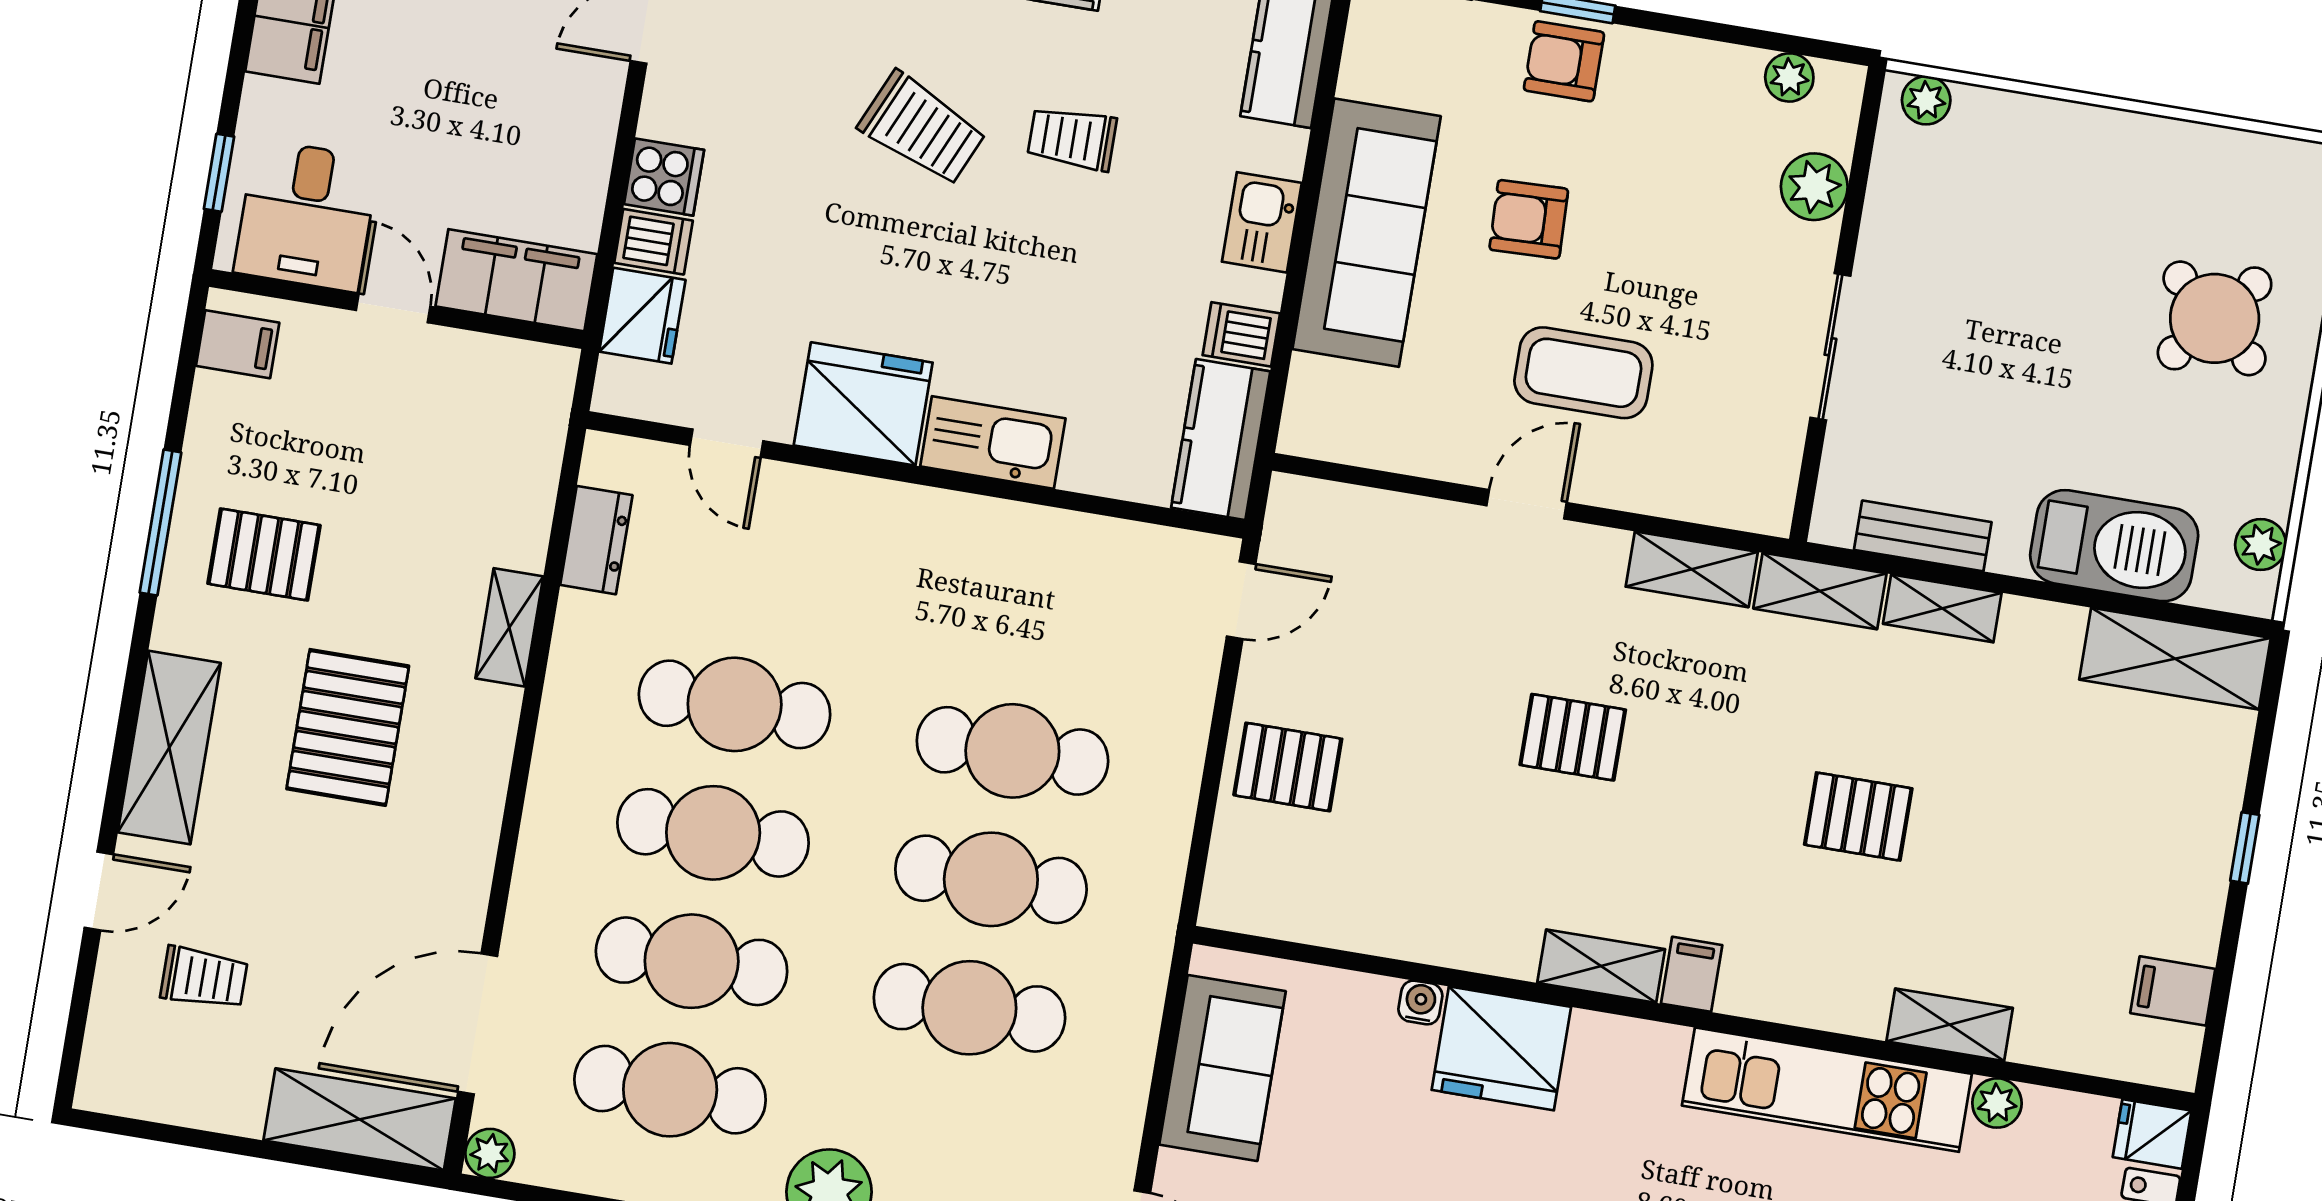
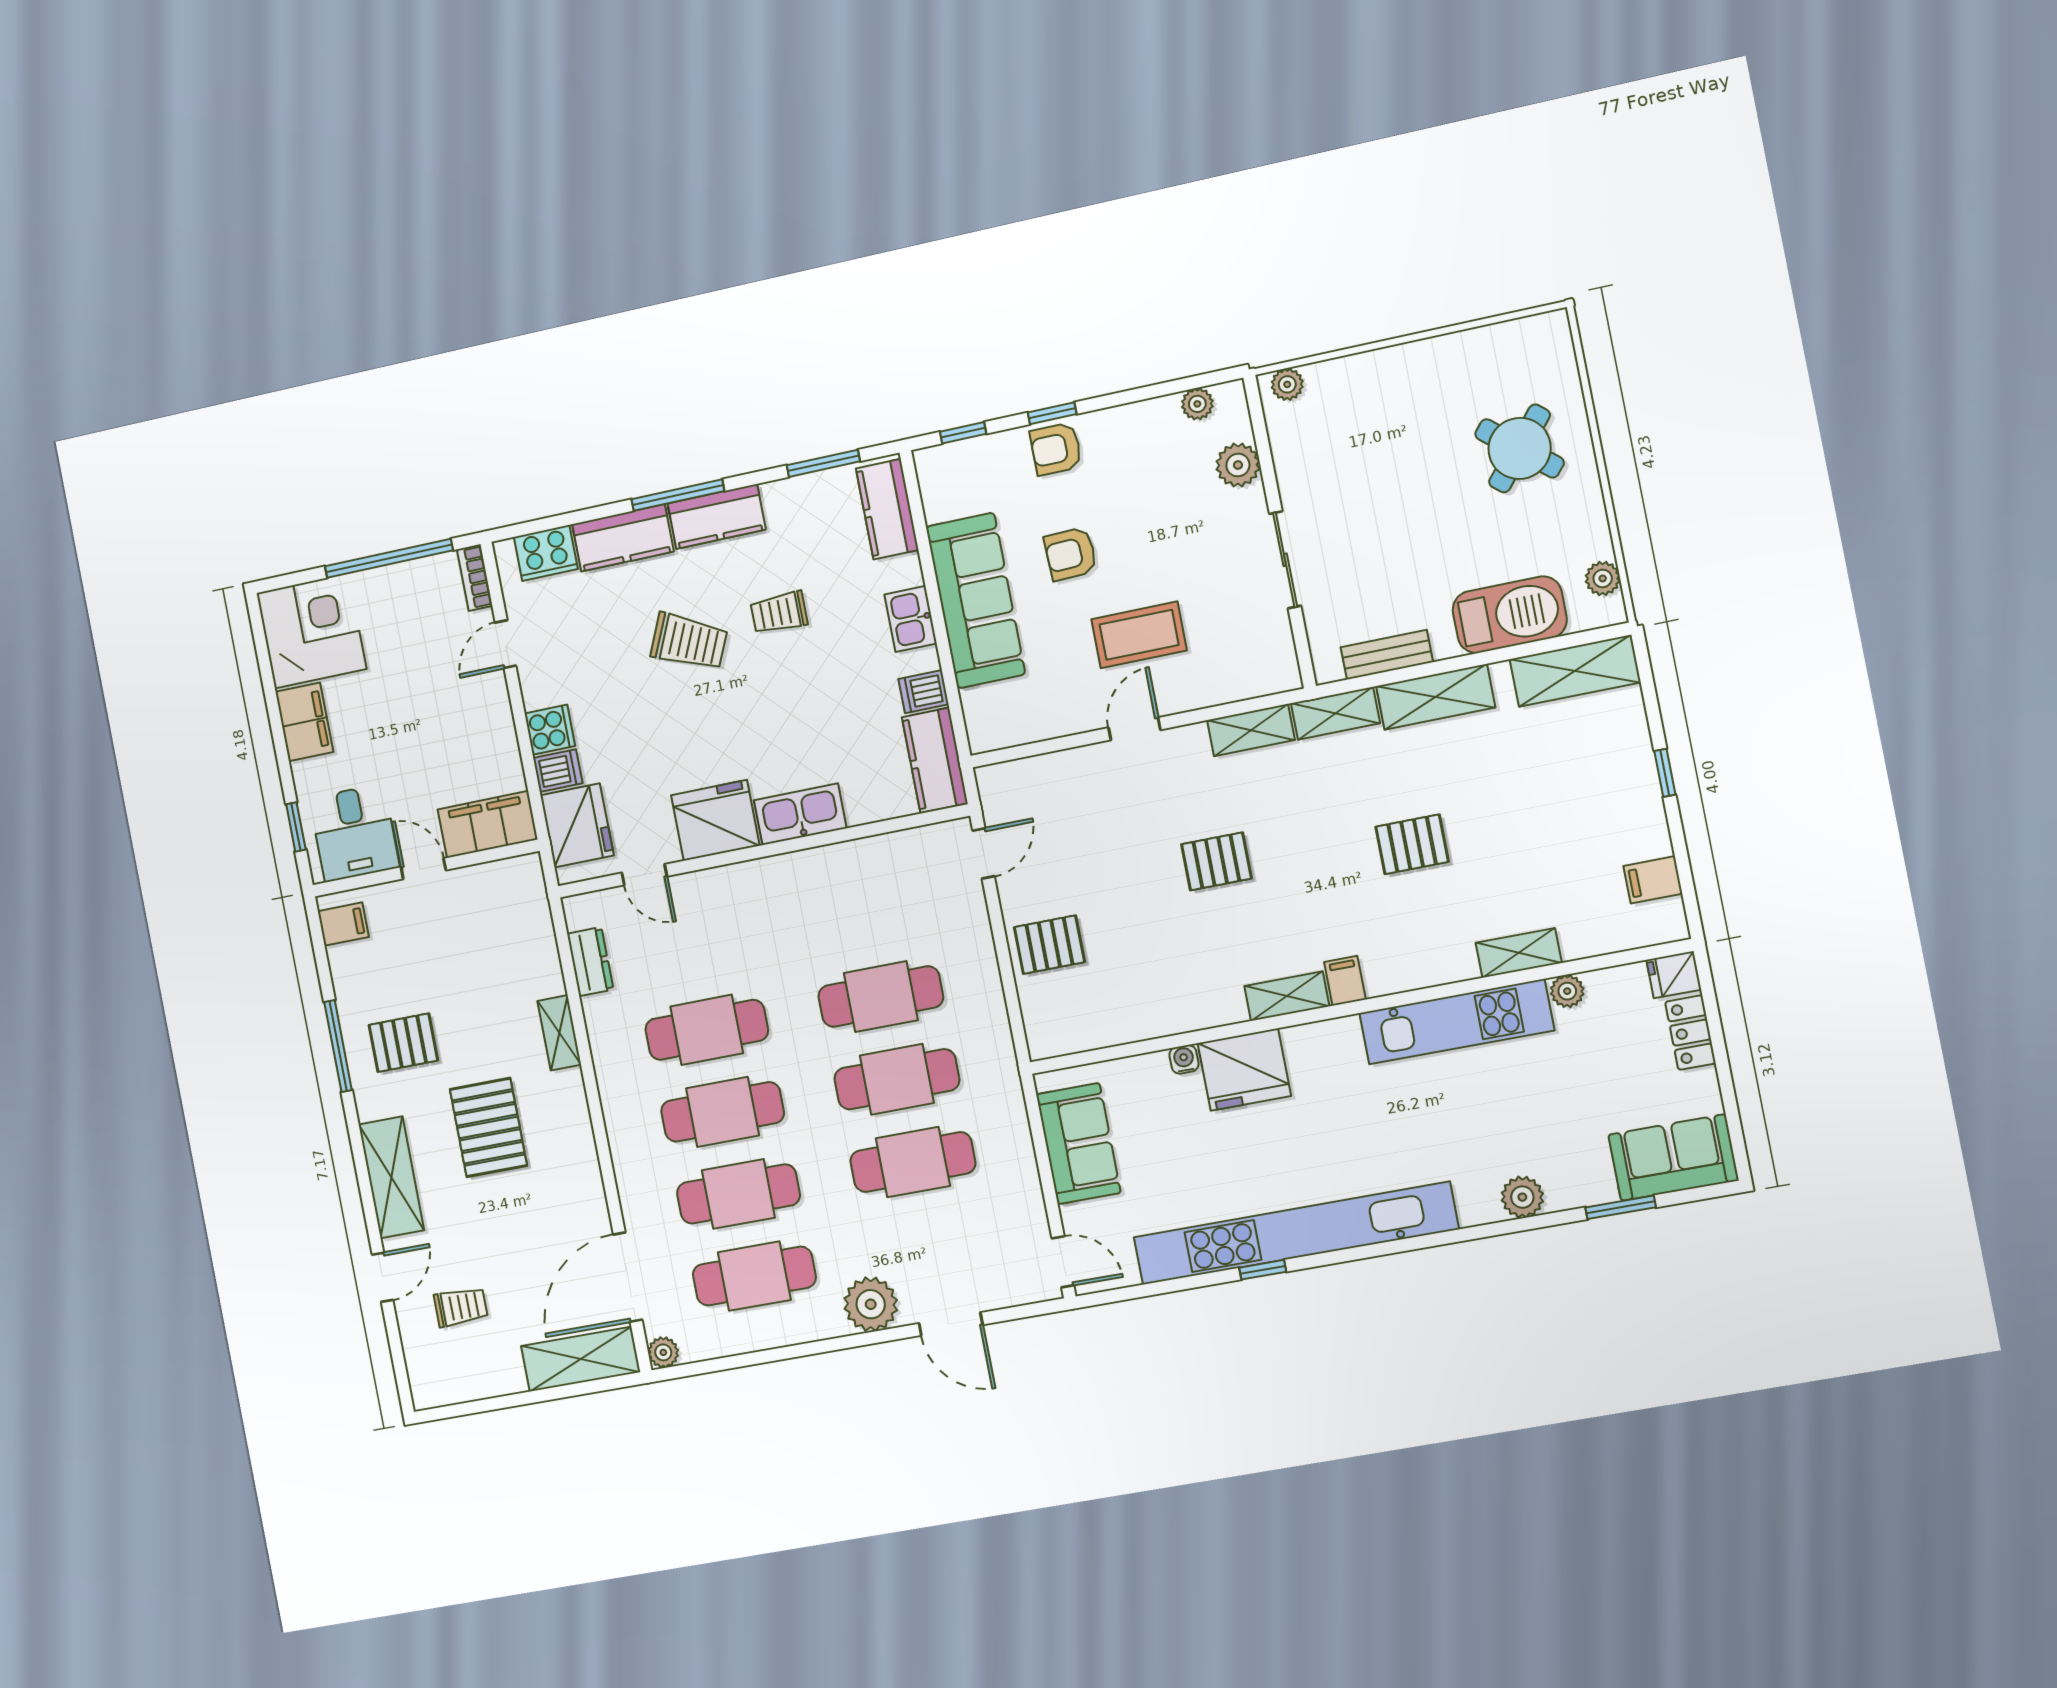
fridge: (642, 316) -> (577, 825), width x1.36, depth x1.34
shelving: (1942, 608) -> (1436, 697), width x1.50, depth x1.33

